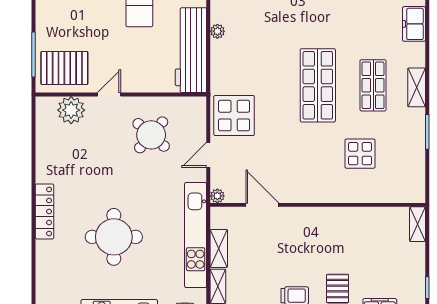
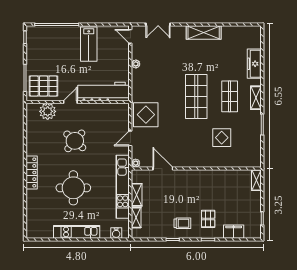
freezer: (414, 24) -> (254, 64), width x1.40
workbench: (191, 50) -> (104, 92), moved, turned 90
round table: (151, 135) -> (75, 141), moved

